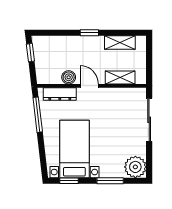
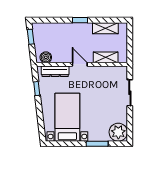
boiler: (69, 77) -> (46, 57), moved
window: (38, 115) -> (37, 89), width x0.46
sliding door: (149, 120) -> (130, 93), width x0.73
window: (69, 181) -> (63, 144), removed

